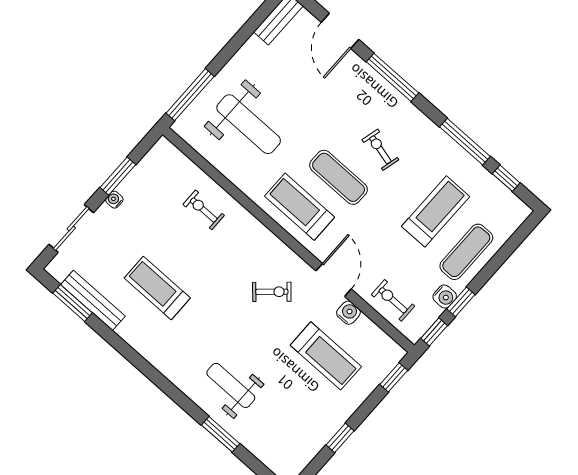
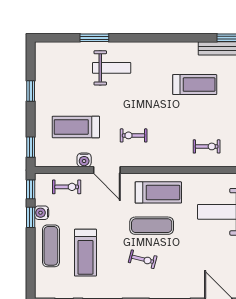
exercise bike: (272, 292) -> (134, 135), turned 42

